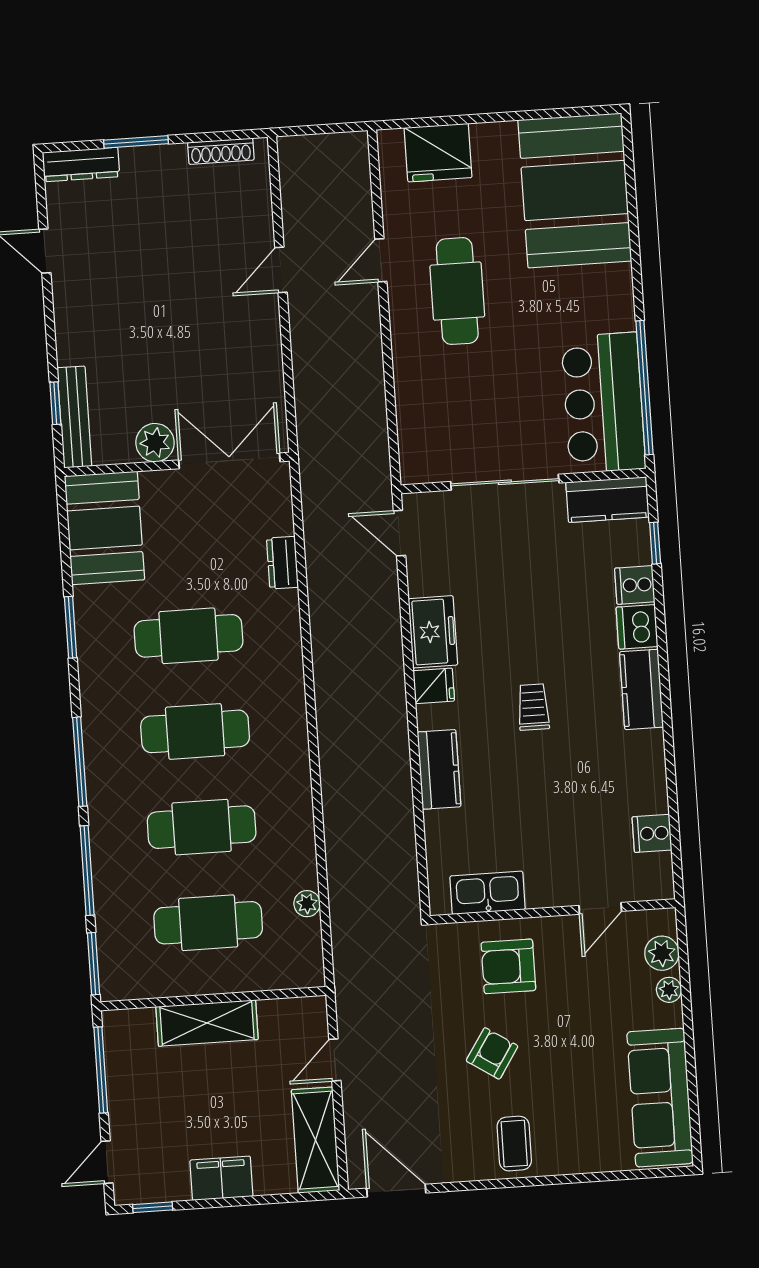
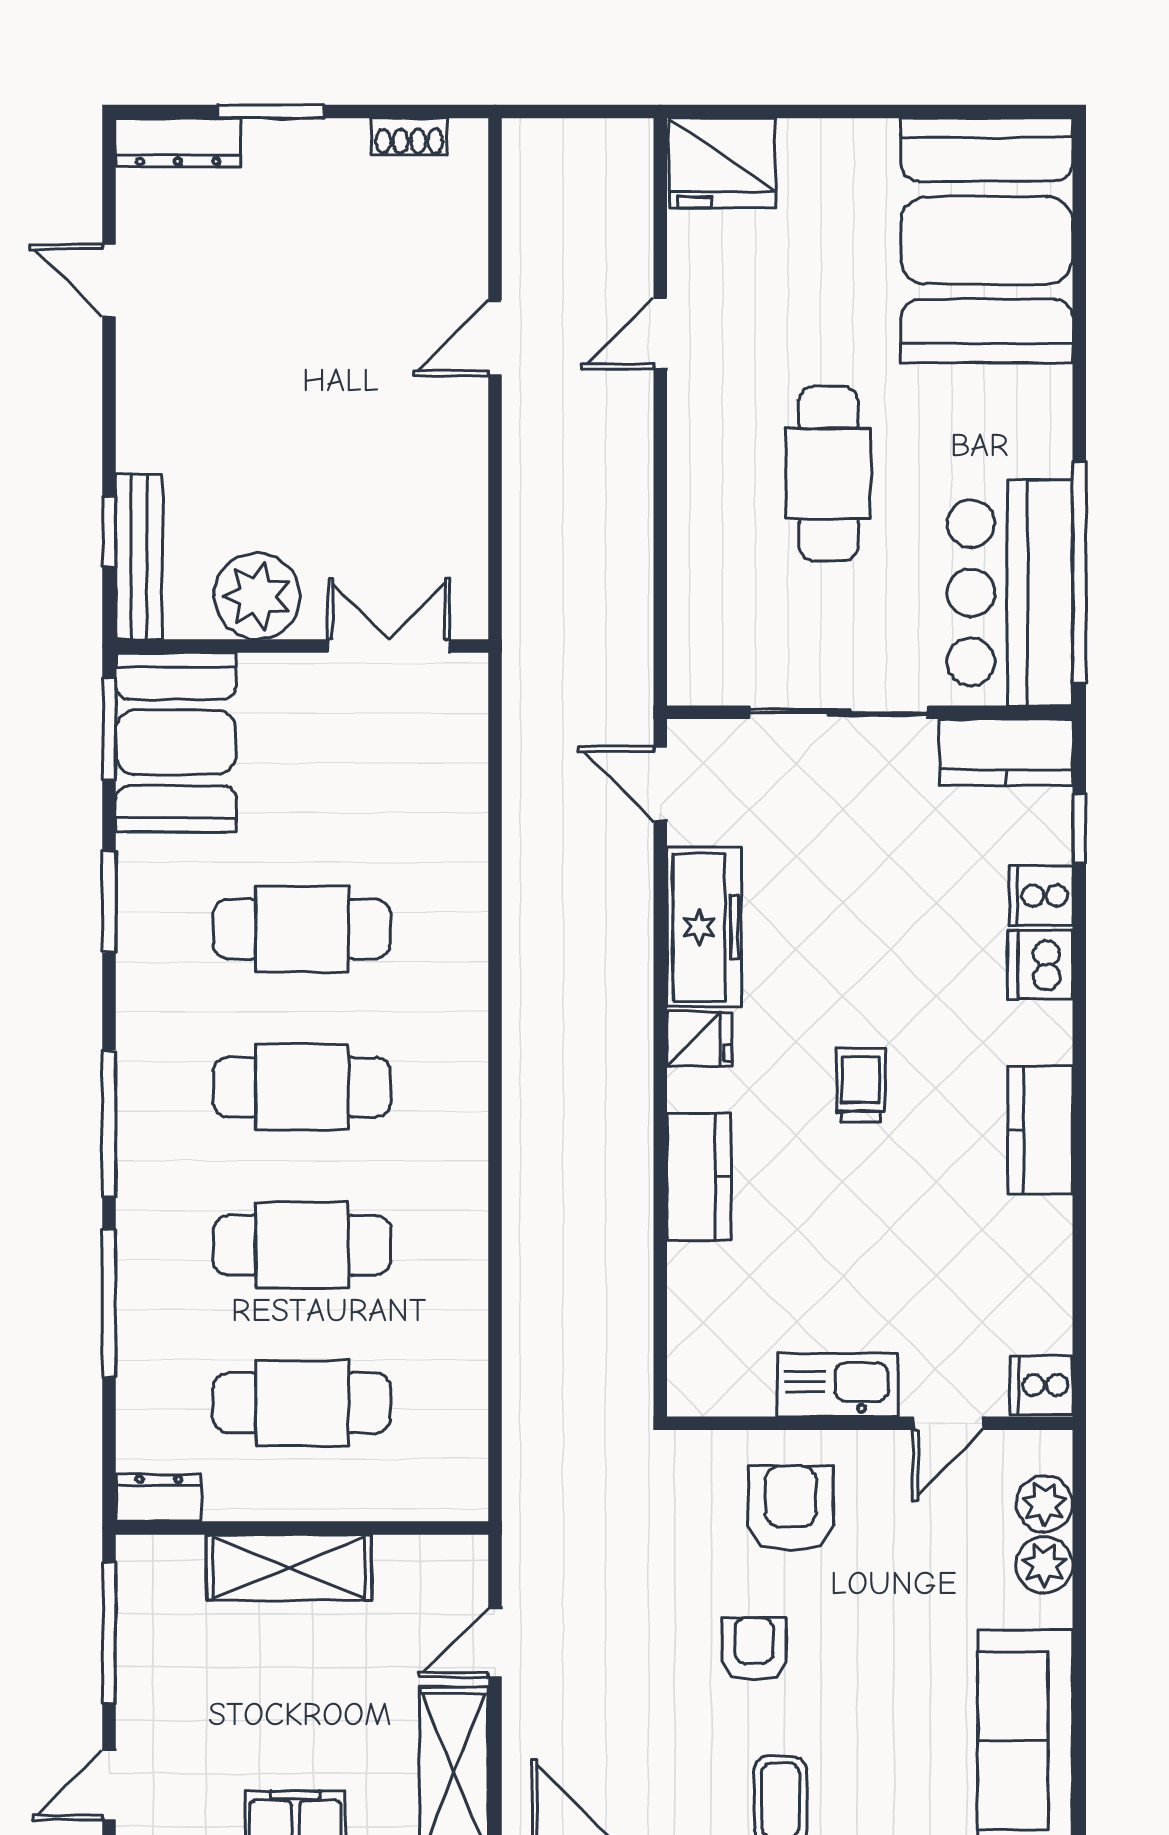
shoe rack: (221, 151) -> (409, 136), width x0.70
fridge: (438, 153) -> (722, 163), moved
cafe table: (457, 291) -> (828, 473), moved
plant: (155, 443) -> (257, 596), width x1.36, depth x1.36
double door: (229, 461) -> (389, 646), width x0.73
dresser: (282, 563) -> (159, 1498), moved, turned 90
freezer: (433, 632) -> (704, 927), width x1.40
kitchen counter: (641, 689) -> (1040, 1130), moved
cooker: (652, 833) -> (1042, 1385), moved
kitchen sink: (487, 893) -> (838, 1385), moved
plant: (307, 904) -> (467, 1383), removed
window: (94, 964) -> (109, 729), moved
armchair: (508, 966) -> (791, 1508), turned 90
plant: (669, 990) -> (1044, 1565), width x1.38, depth x1.38
armchair: (492, 1053) -> (754, 1650), turned -33

